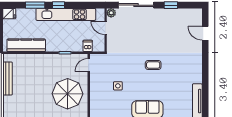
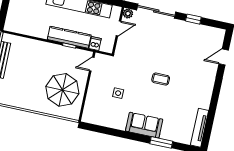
door: (106, 28) -> (118, 28), swing flipped
door: (205, 33) -> (224, 57), hinge flipped
kitchen counter: (26, 45) -> (69, 37), moved

